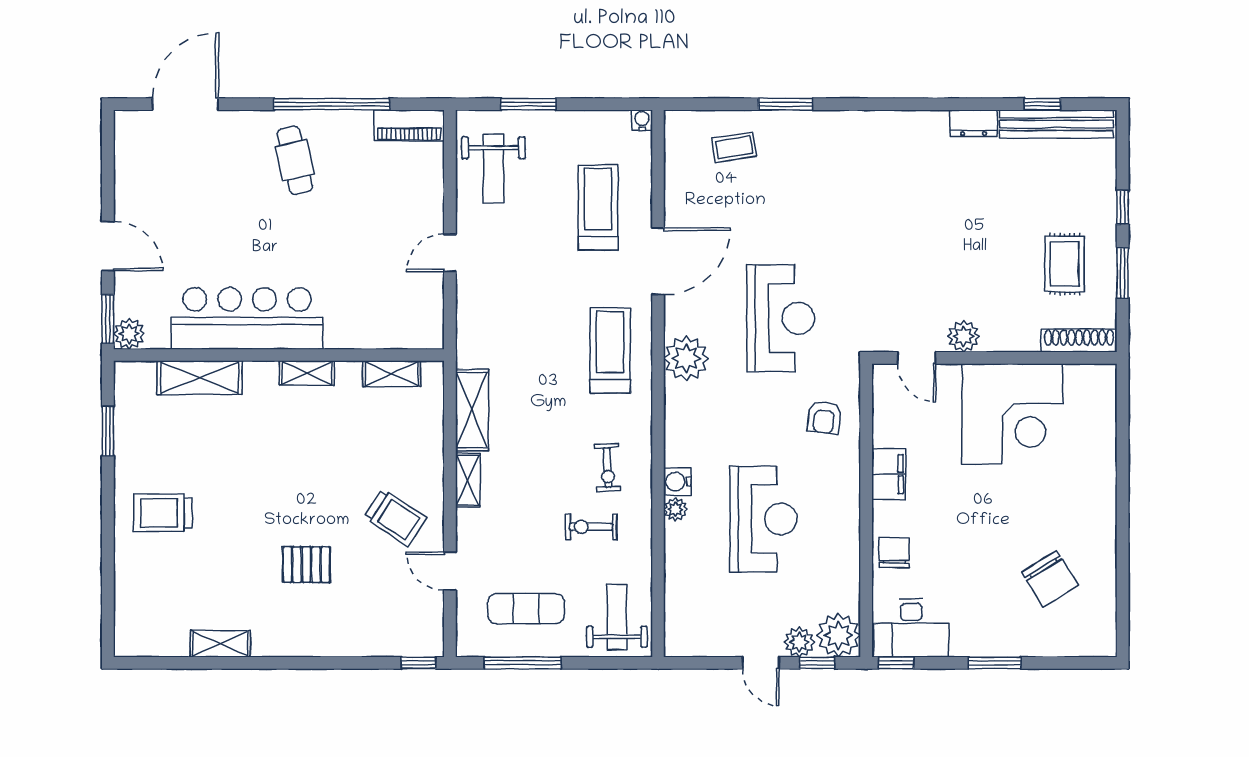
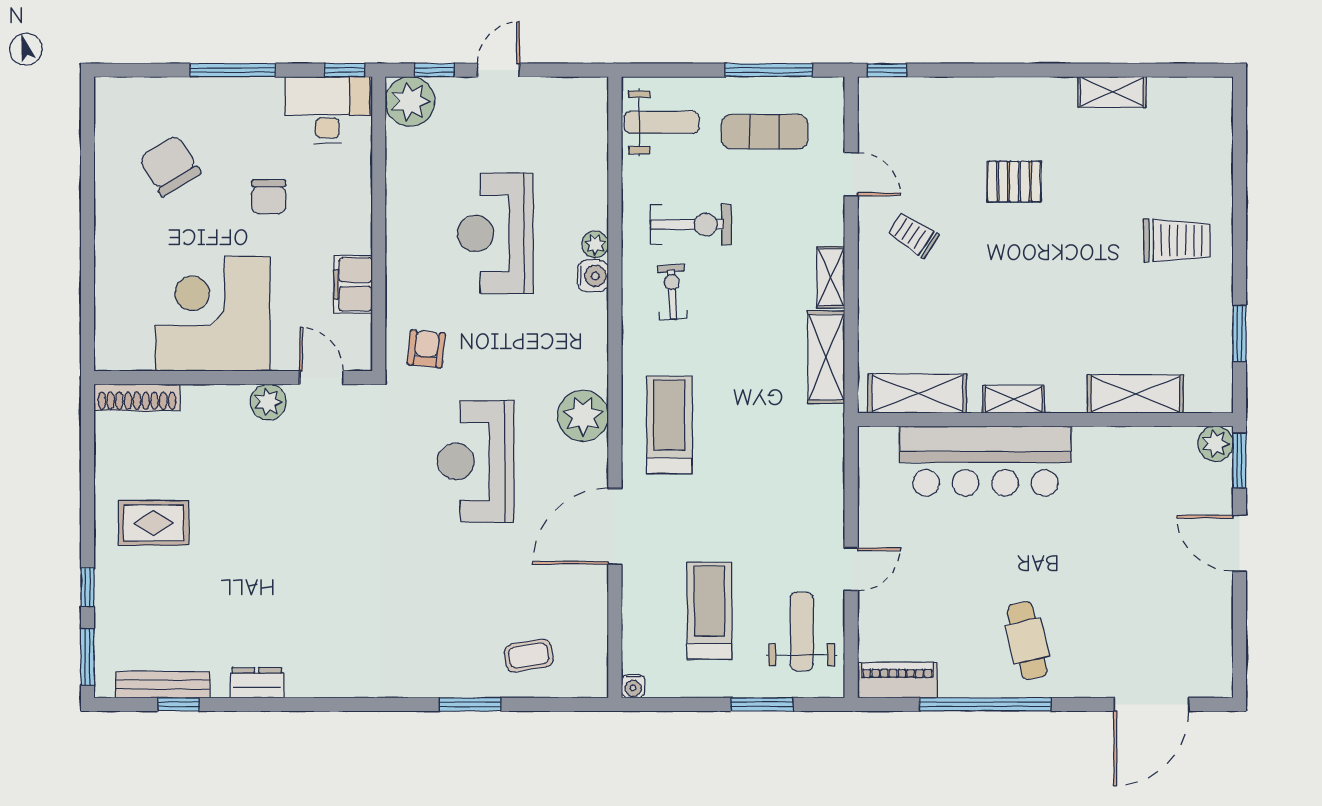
bench: (1056, 124) -> (163, 685), width x0.73, depth x0.82
treadmill: (598, 208) -> (709, 611), moved, turned 180
door: (450, 253) -> (851, 569), moved
rug: (1065, 264) -> (153, 523), turned 90
window: (1123, 273) -> (87, 657), moved
bar counter: (247, 318) -> (985, 461), moved
plant: (964, 336) -> (268, 402), moved
shoe rack: (1079, 340) -> (137, 397), moved
treadmill: (610, 350) -> (669, 425), turned 180
door: (917, 358) -> (321, 378), moved
wall: (994, 358) -> (233, 378), moved
shelving: (392, 374) -> (917, 393), width x1.50, depth x1.33
corner desk: (1012, 414) -> (213, 314), moved
trolley: (395, 518) -> (913, 235), width x0.73, depth x0.72
exercise bike: (591, 527) -> (691, 225), width x1.38, depth x1.39
chair: (894, 553) -> (269, 197), moved
weight bench: (617, 617) -> (662, 122), turned -90
plant: (799, 642) -> (455, 94), removed
door: (761, 663) -> (498, 70), hinge flipped
window: (995, 663) -> (233, 70), width x1.44

